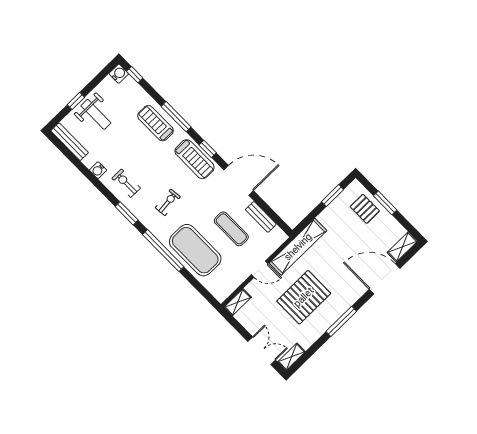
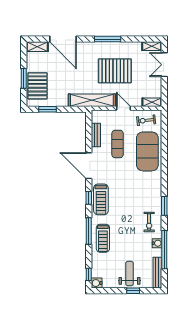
treadmill: (195, 159) -> (101, 199), turned 180
exercise bike: (168, 202) -> (146, 120), moved
pallet: (365, 209) -> (37, 86), width x1.50, depth x1.42
window: (163, 251) -> (164, 250), moved

